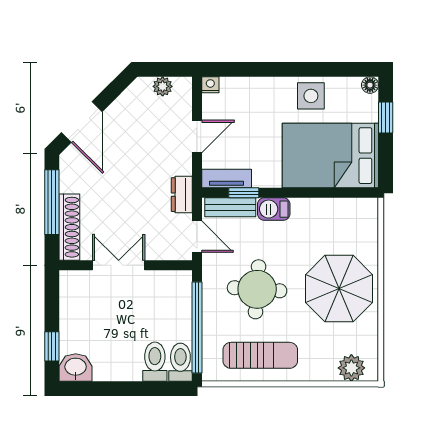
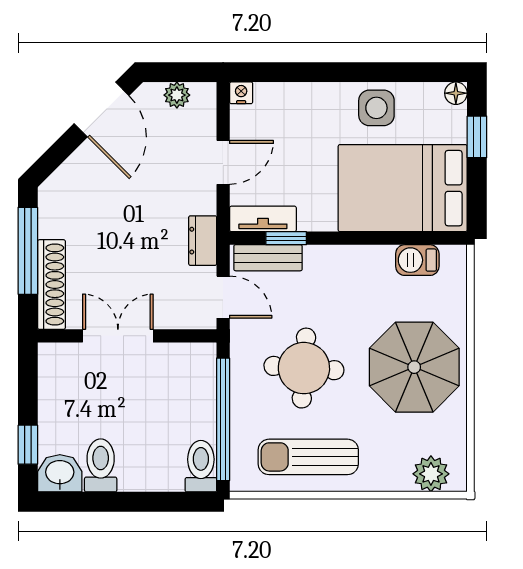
door: (82, 122) -> (101, 110), moved
barbecue: (274, 209) -> (417, 260), moved
sun lounger: (260, 355) -> (308, 457), turned 180
toilet: (155, 362) -> (101, 465), moved

